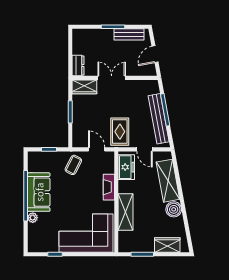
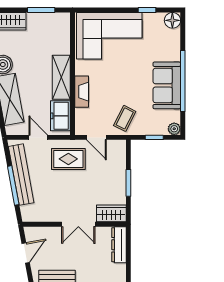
dresser: (78, 66) -> (119, 245), width x1.44
rug: (120, 132) -> (68, 159), turned 90
shelving: (126, 212) -> (61, 77), moved
plant: (33, 218) -> (174, 129), moved
floor lamp: (34, 246) -> (172, 20), added

